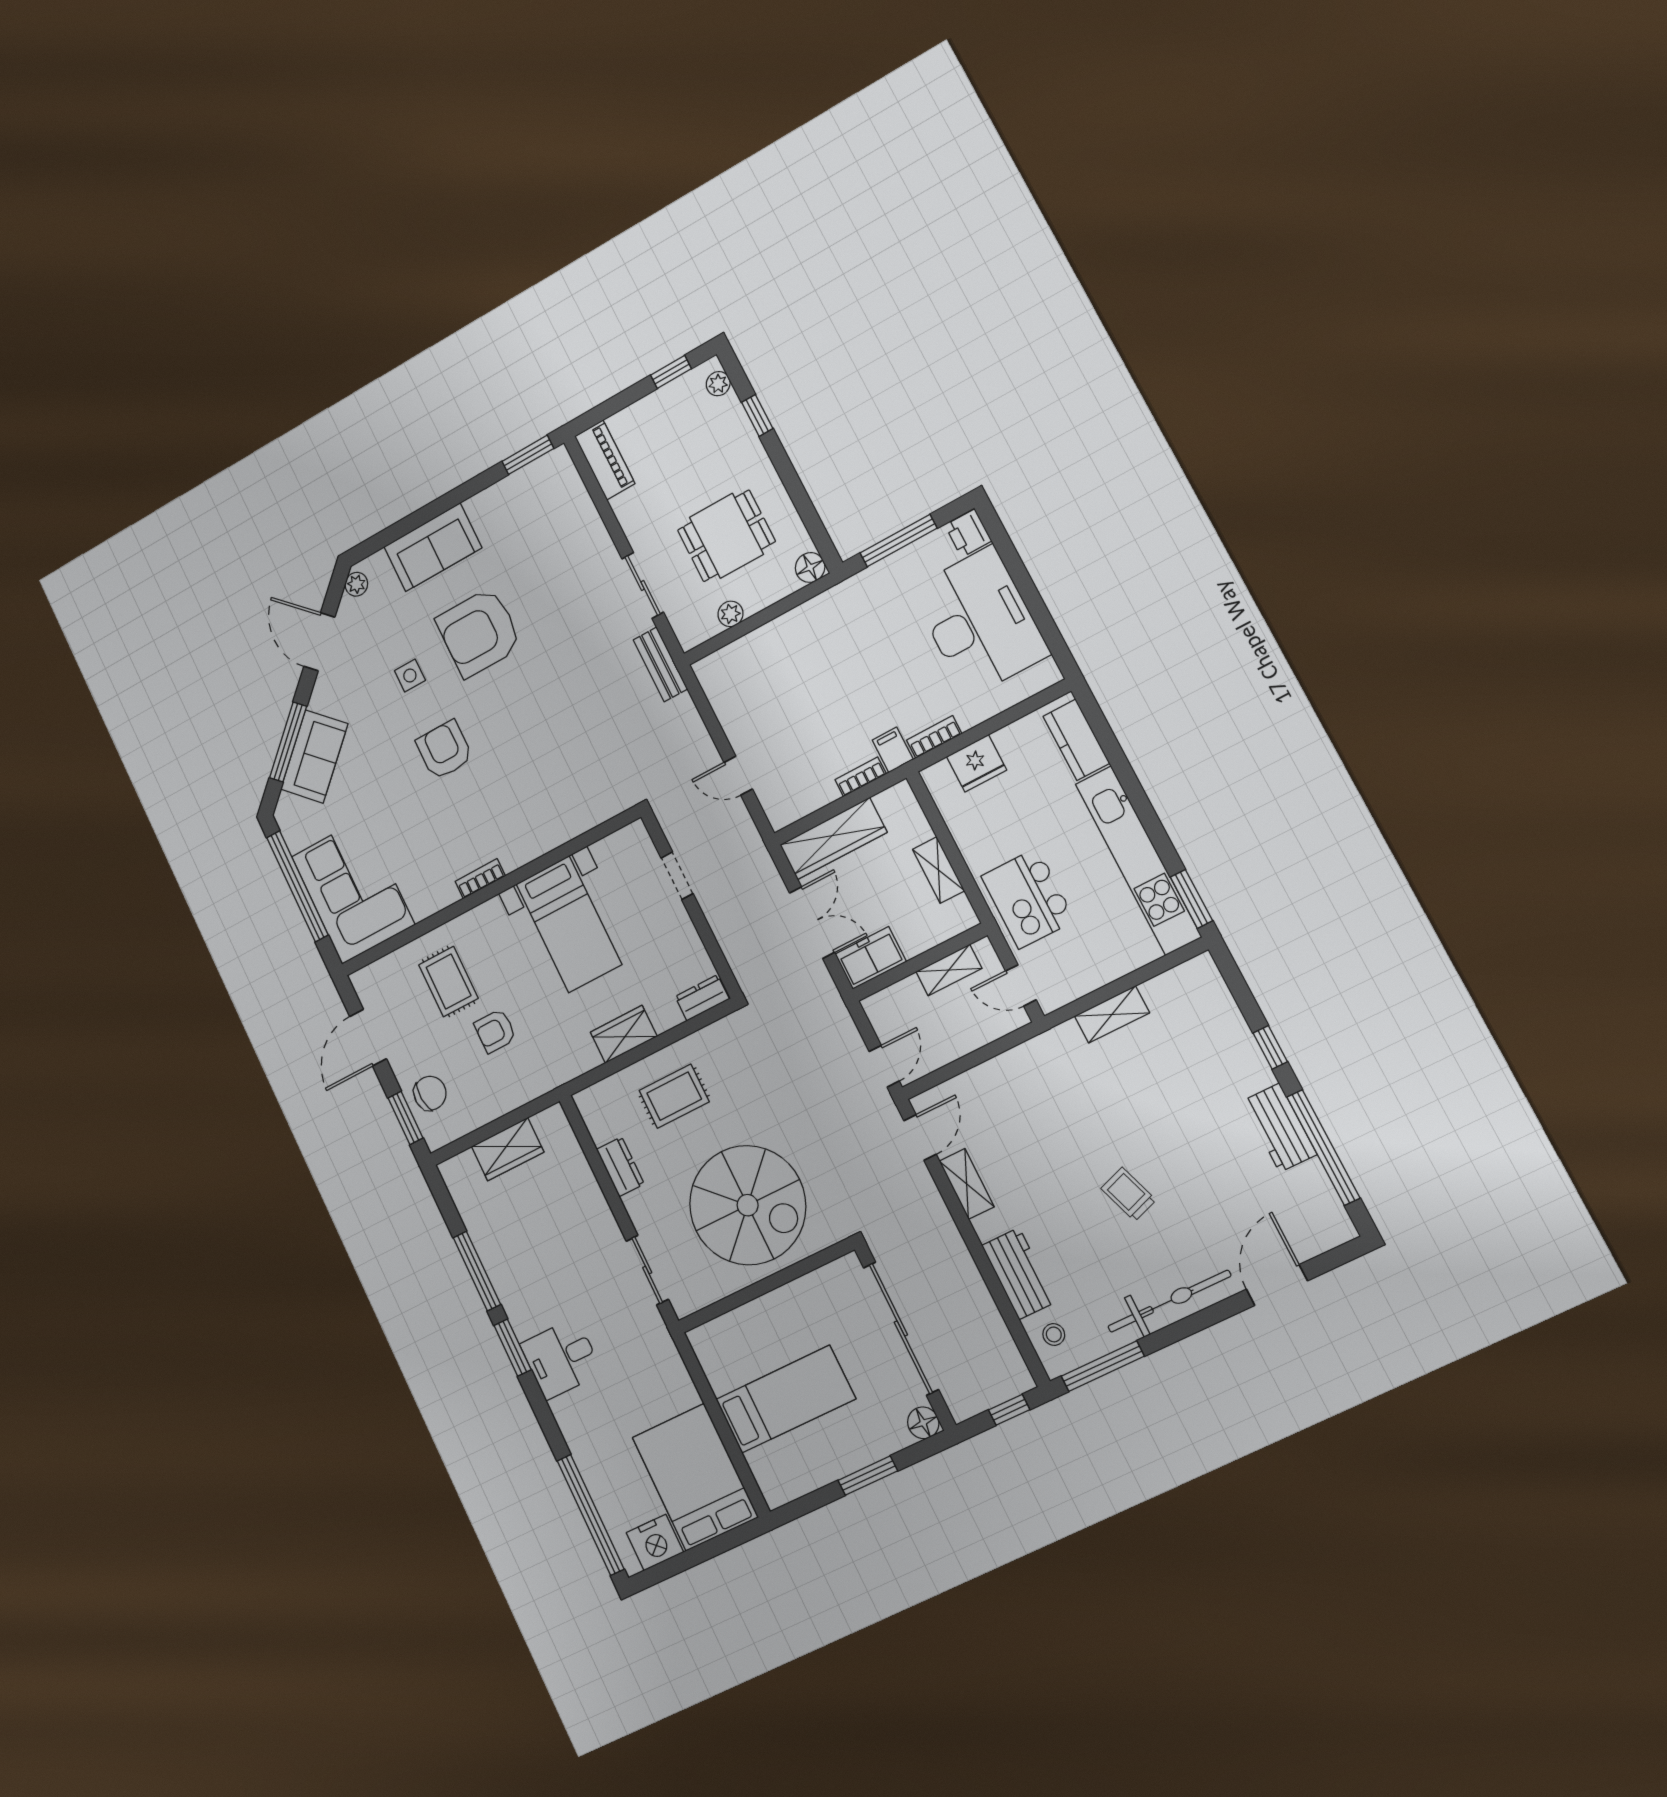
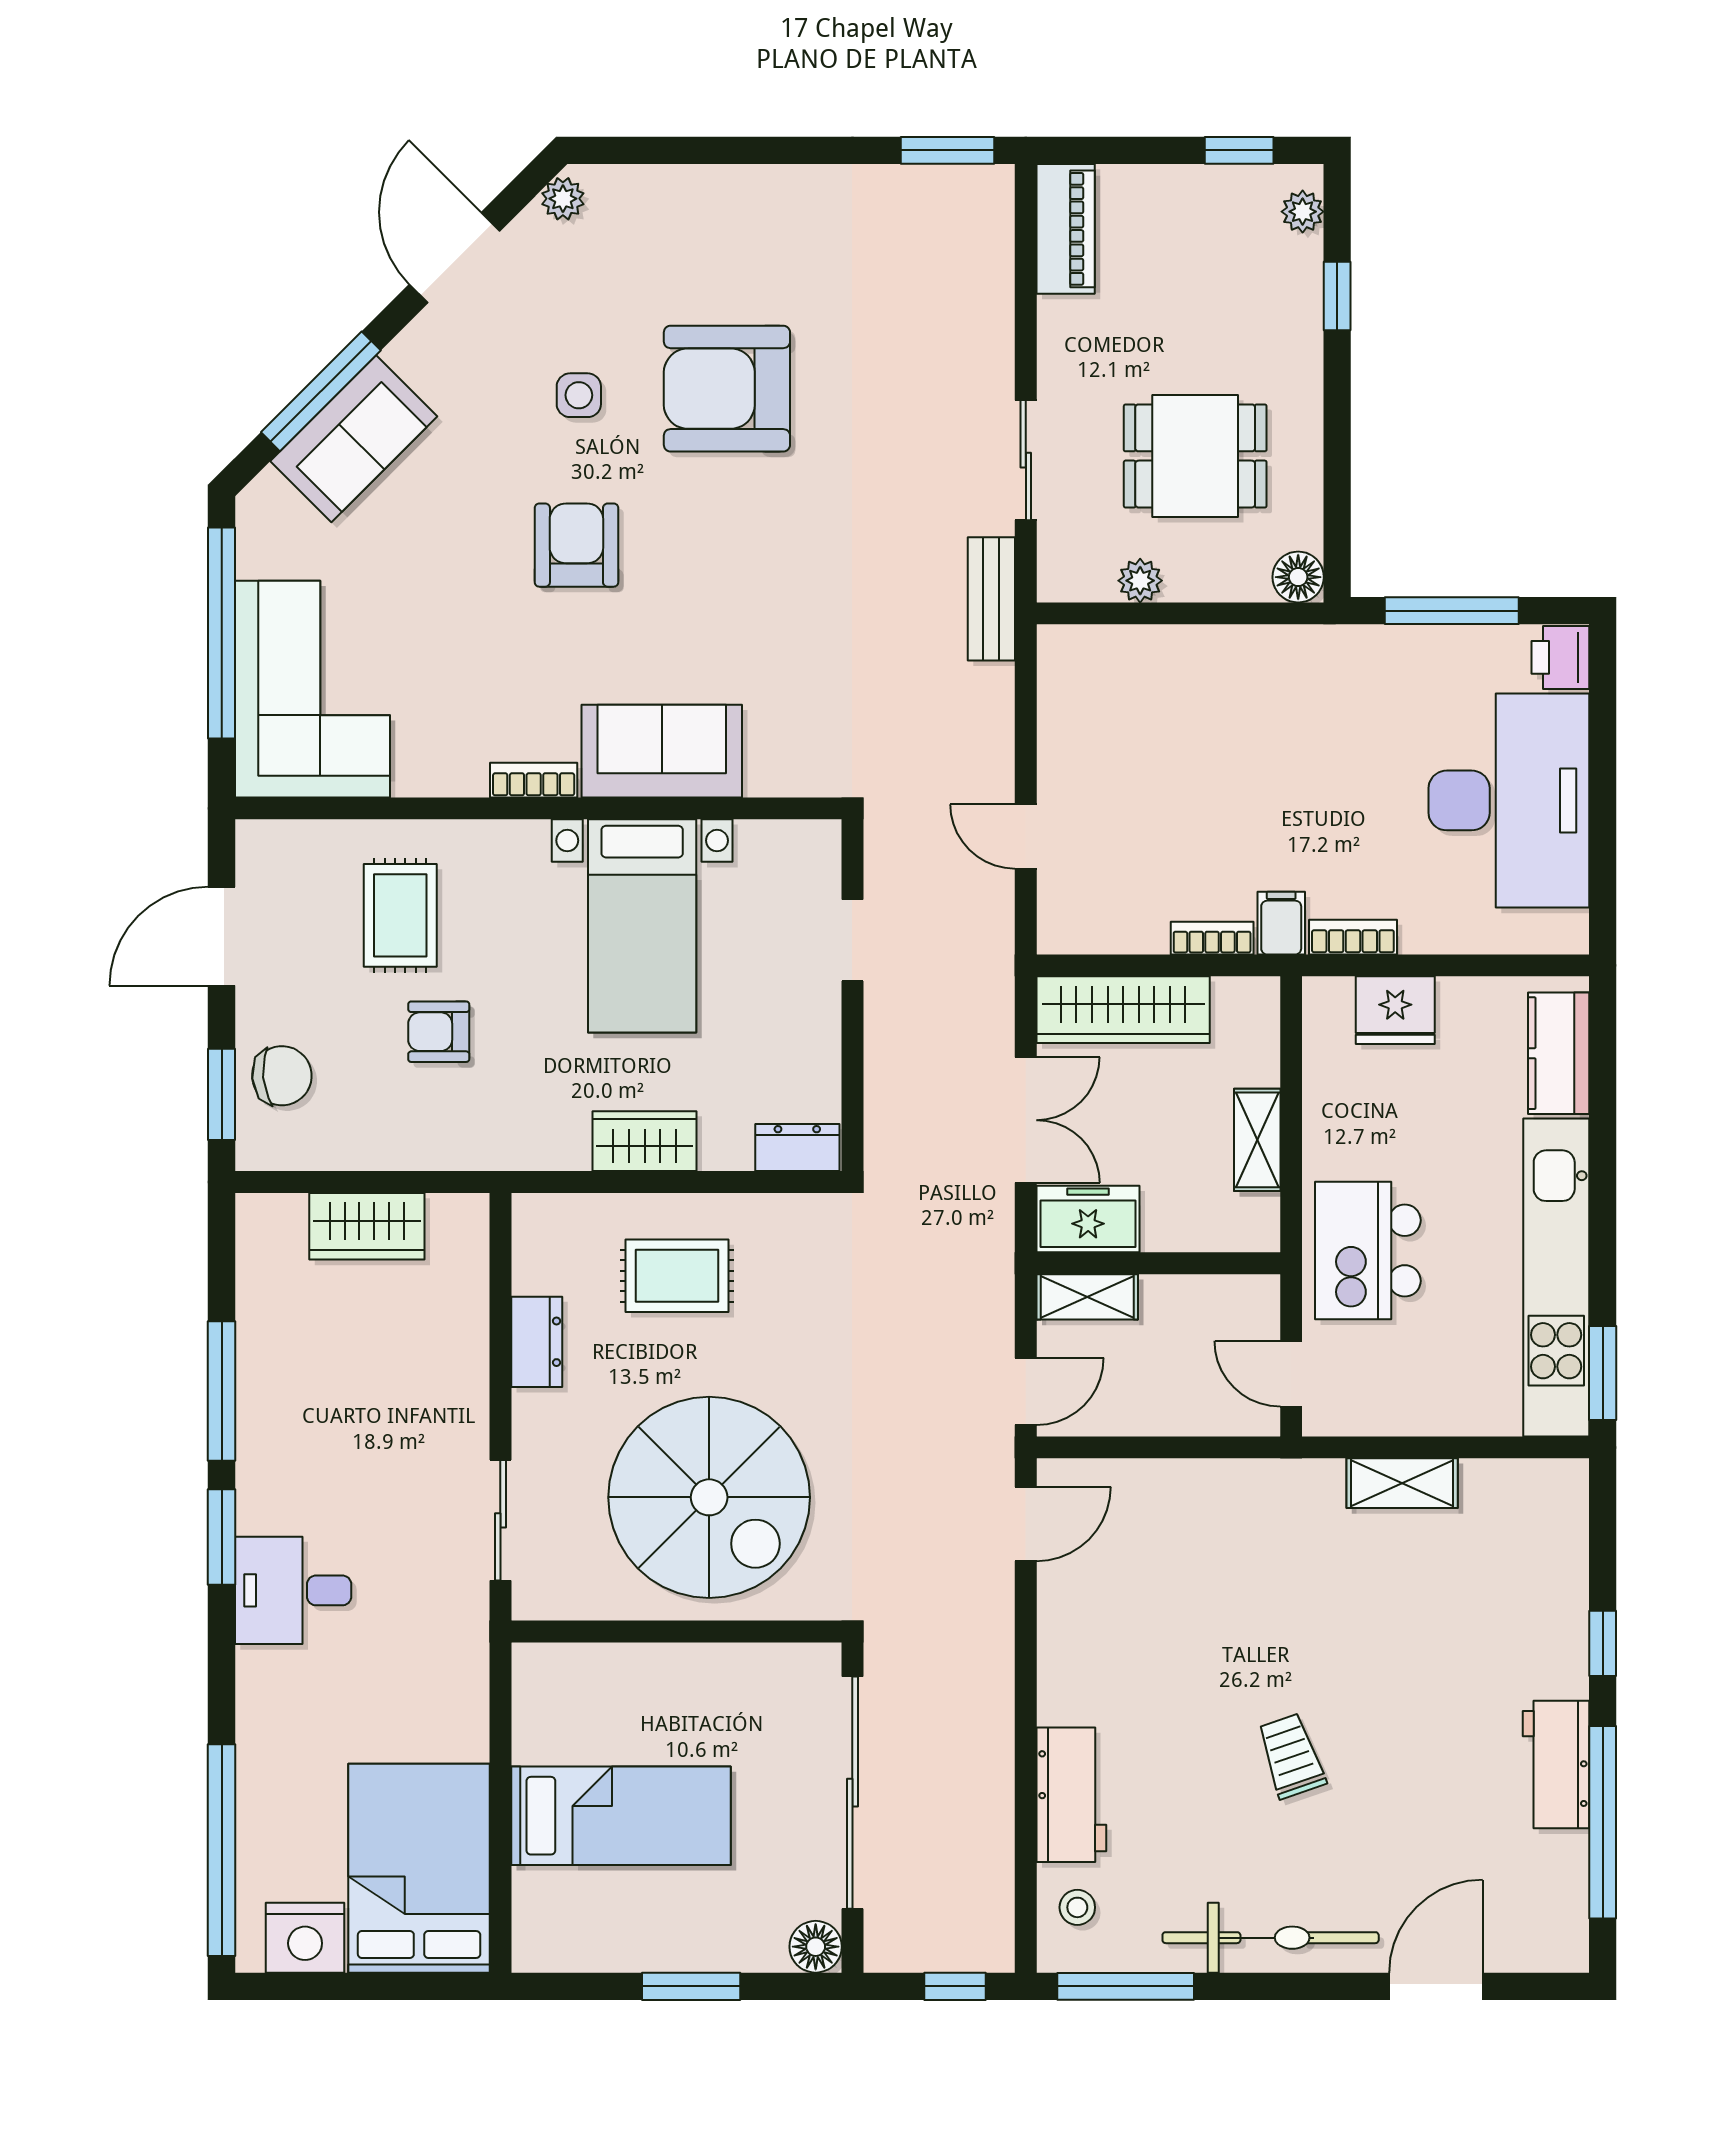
sofa: (433, 547) -> (662, 751), moved, turned 180
shelving: (949, 970) -> (1087, 1297), moved
shelving: (967, 1184) -> (1061, 1626), removed

